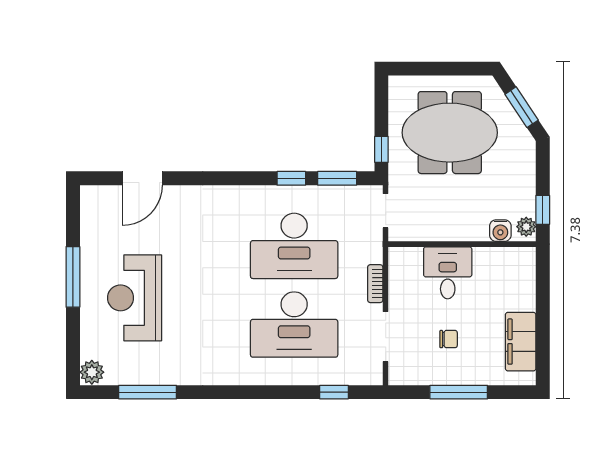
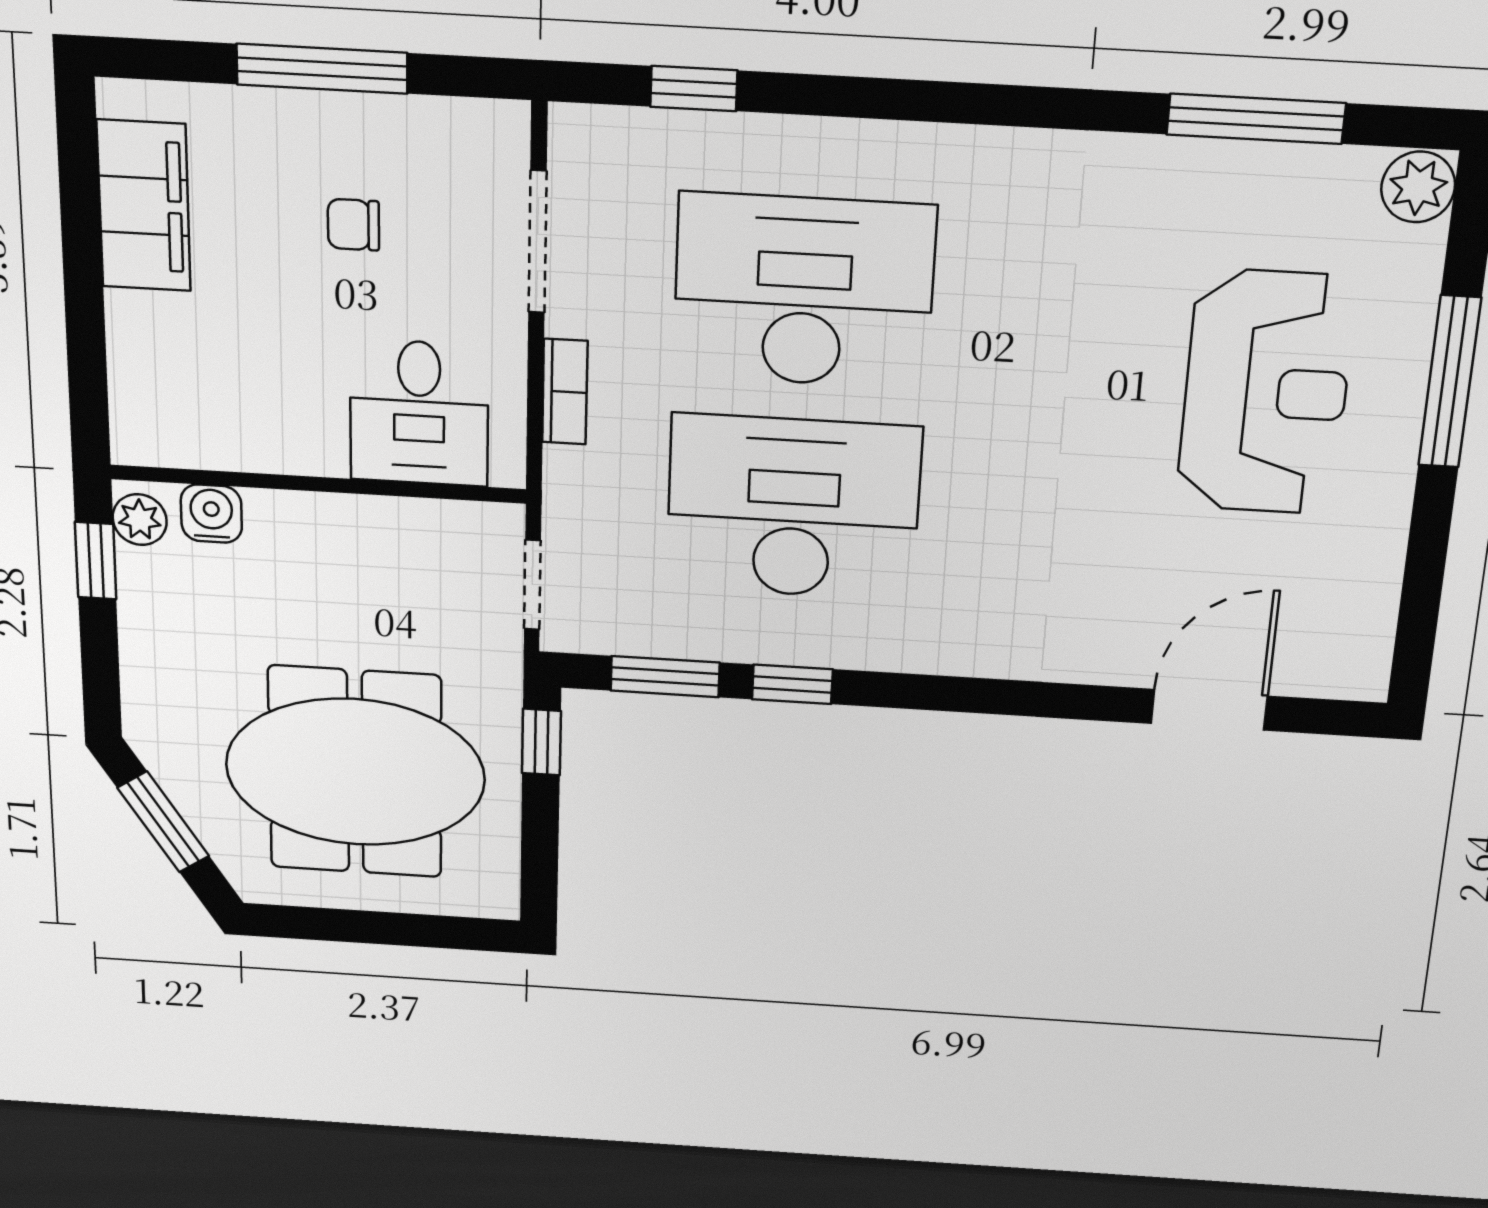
desk: (448, 273) -> (419, 413), moved
window: (73, 277) -> (1450, 382), moved

